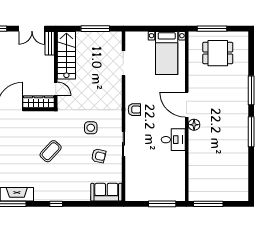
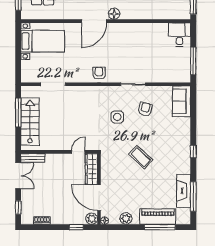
stairs: (66, 55) -> (30, 122), moved, turned 90
desk: (173, 140) -> (179, 35), moved
window: (162, 204) -> (193, 61), moved

